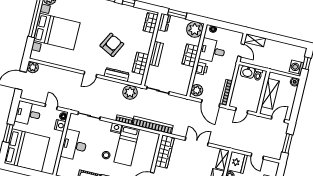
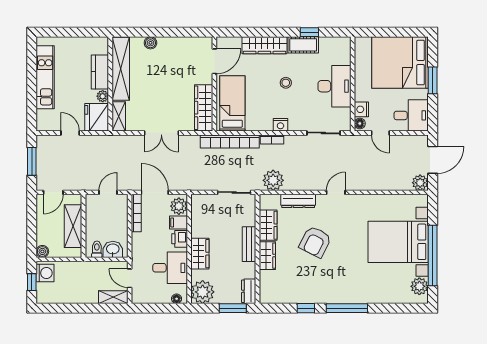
wardrobe: (151, 23) -> (267, 256), moved
filing cabinet: (200, 79) -> (178, 222), added
bed: (127, 146) -> (232, 103), moved

